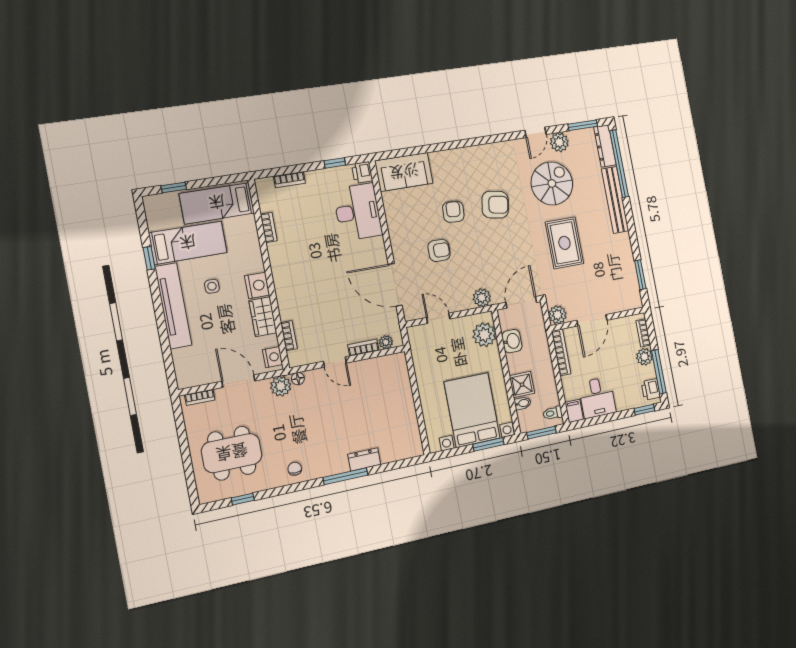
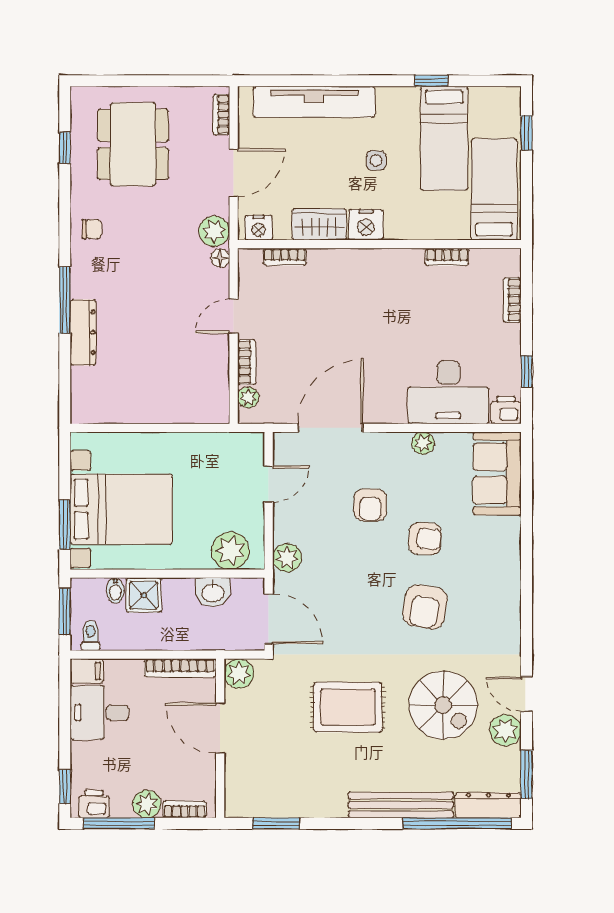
plant: (394, 223) -> (423, 443), added
tv unit: (173, 306) -> (314, 102), moved
dresser: (364, 459) -> (83, 332), width x1.44

